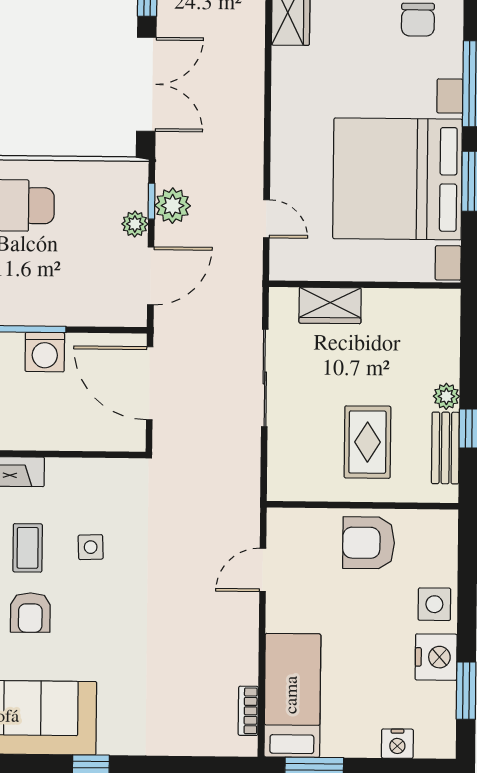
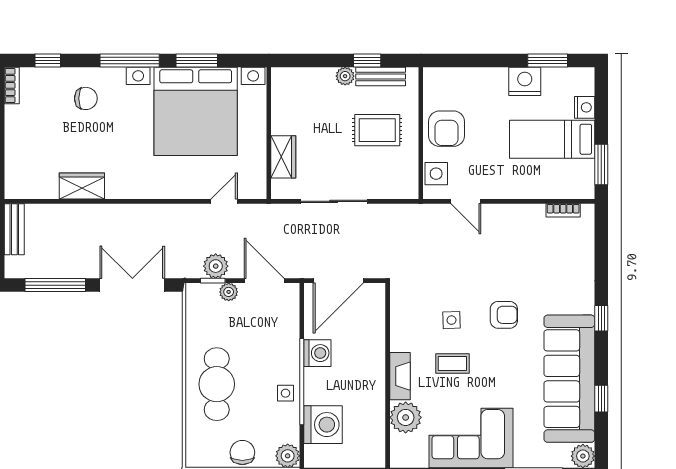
side table: (434, 604) -> (436, 174), moved
armchair: (30, 613) -> (504, 315), moved
bed: (292, 695) -> (552, 139), moved

